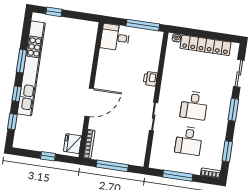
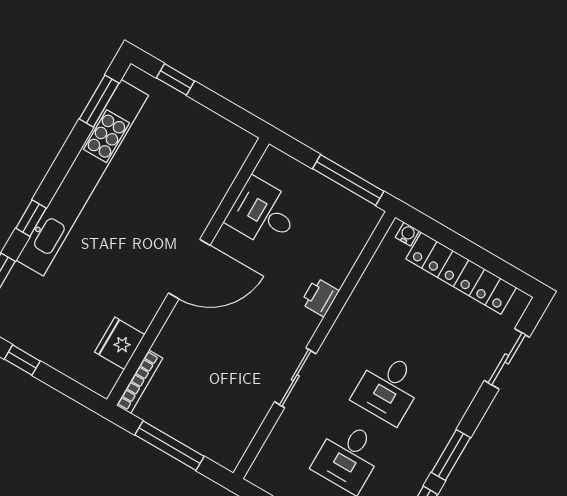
desk: (115, 37) -> (263, 213), moved
window: (21, 61) -> (99, 101), moved
door: (89, 102) -> (189, 269), moved
window: (233, 110) -> (451, 455), moved
fridge: (73, 144) -> (120, 343), moved
window: (48, 156) -> (22, 360), moved

